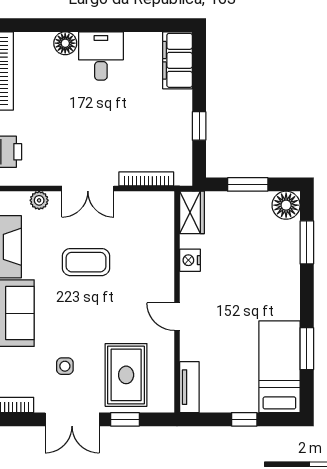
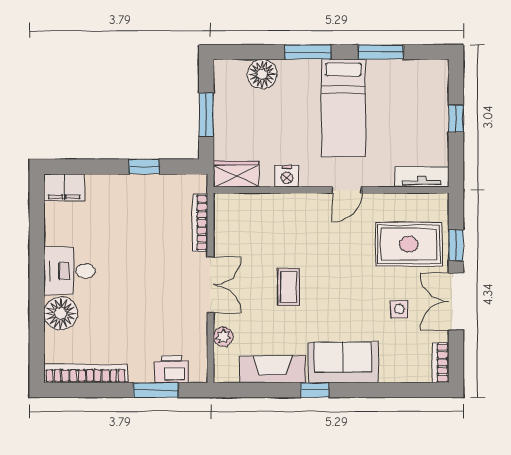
floor lamp: (65, 43) -> (61, 313), width x1.38, depth x1.38
filing cabinet: (177, 60) -> (64, 187), width x0.67, depth x0.86
floor lamp: (286, 205) -> (262, 74), moved
window: (307, 242) -> (308, 52), moved
coffee table: (86, 262) -> (289, 287), width x0.73, depth x0.77
bed: (279, 367) -> (343, 108), moved, turned -90
double door: (72, 419) -> (456, 302), swing flipped

